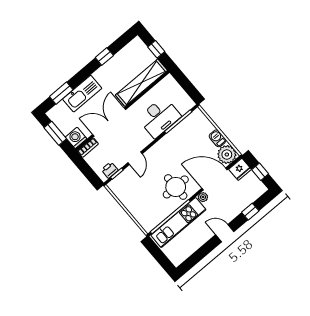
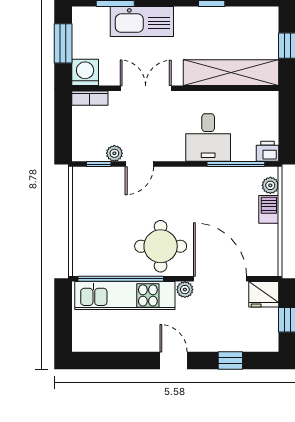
desk: (159, 117) -> (208, 137), width x0.73
double door: (109, 122) -> (146, 88), width x0.73
barbecue: (218, 138) -> (269, 209), moved
plant: (227, 155) -> (270, 185), moved, width x0.53, depth x0.53
plant: (120, 163) -> (114, 153), added
printer: (110, 170) -> (268, 151), moved

